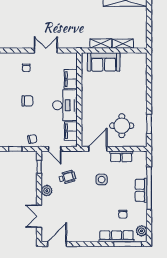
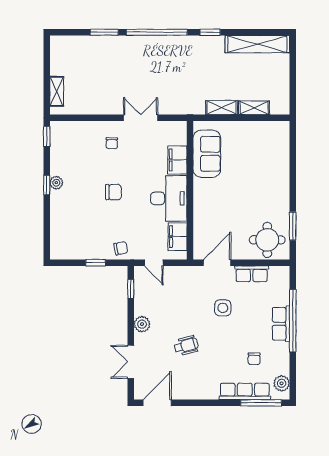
sofa: (104, 62) -> (207, 154), moved, turned -90
round table: (122, 126) -> (267, 240), moved
wheelchair: (67, 177) -> (186, 346), moved

